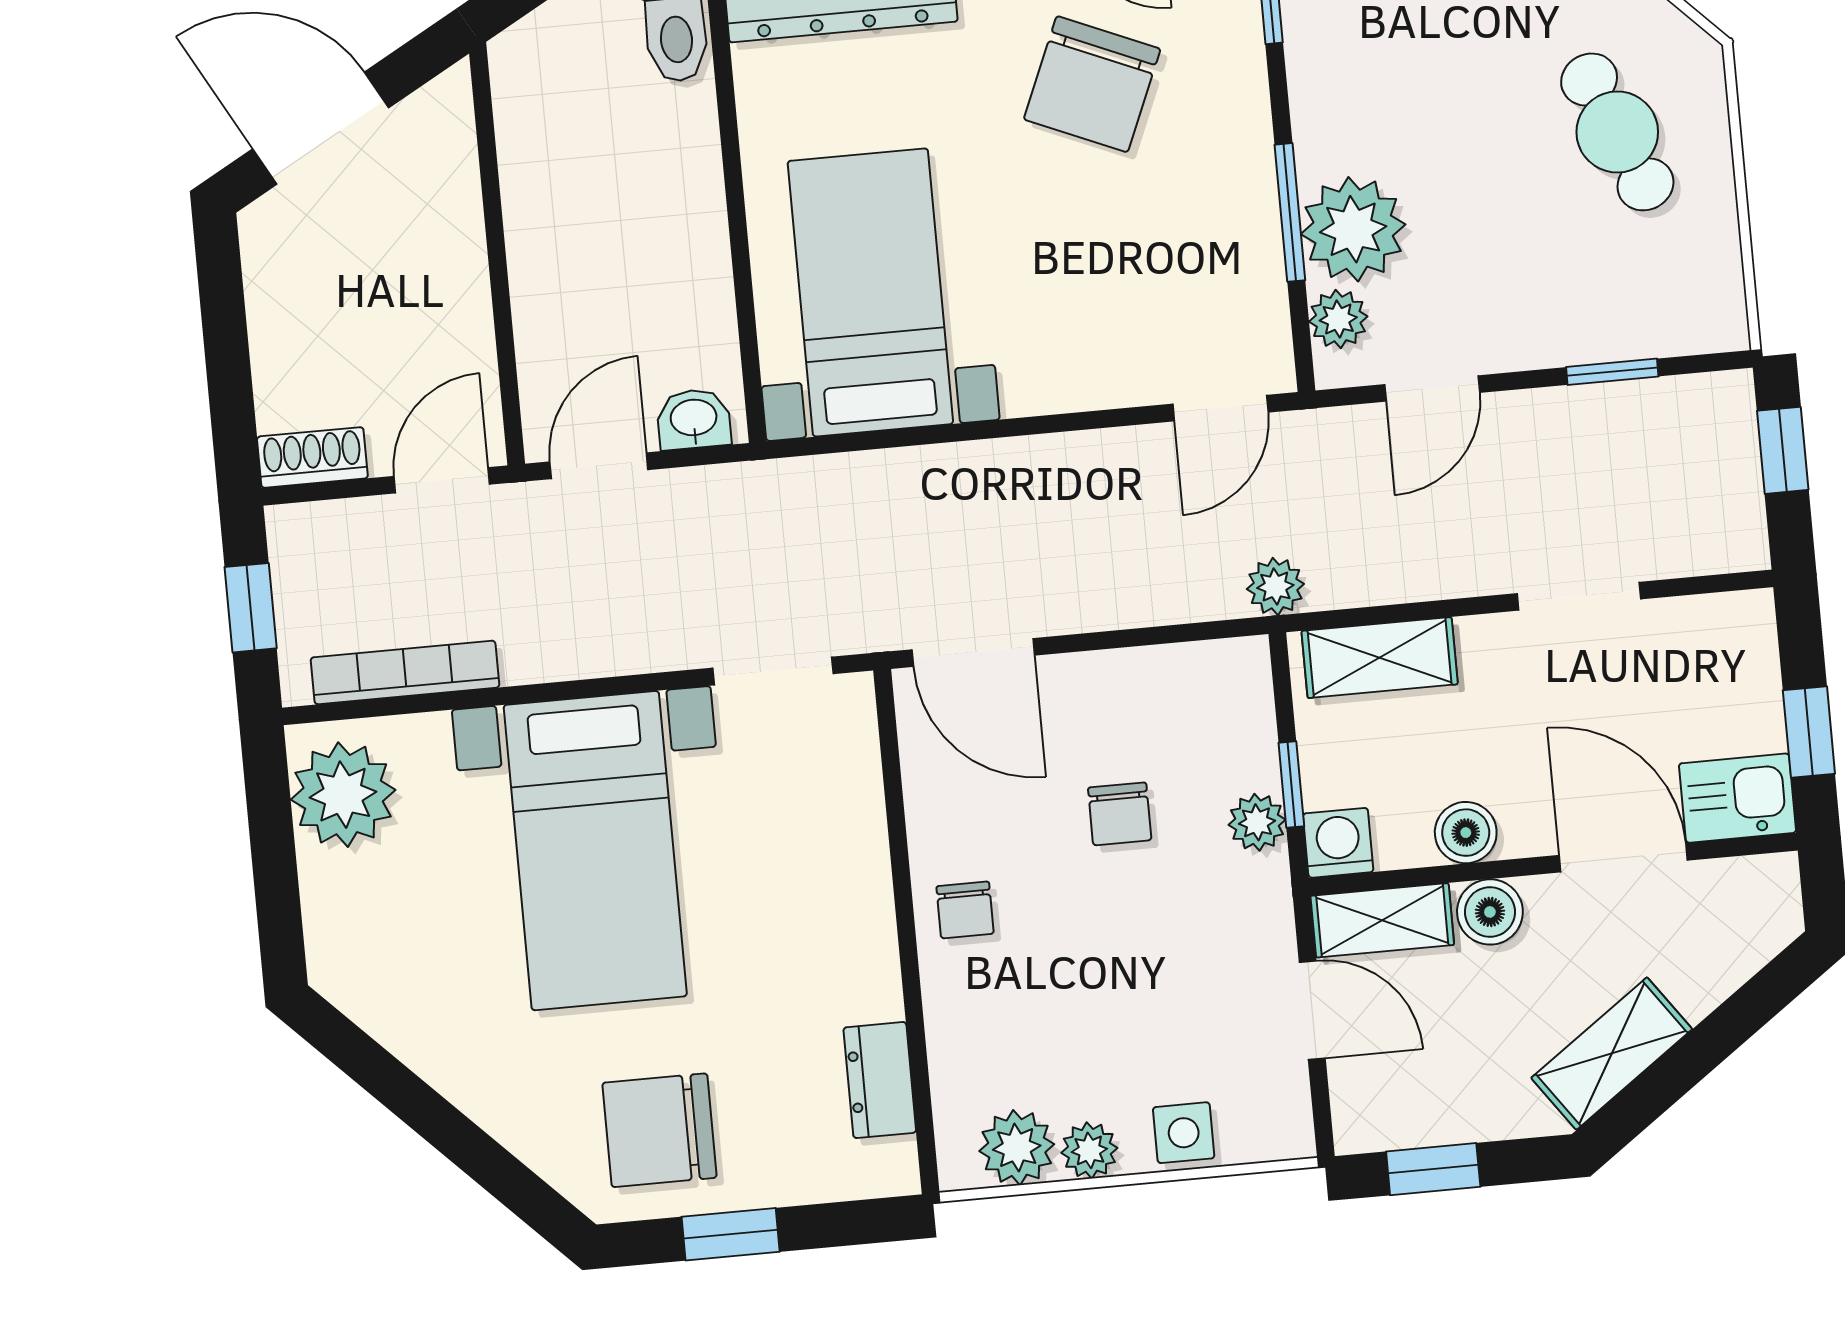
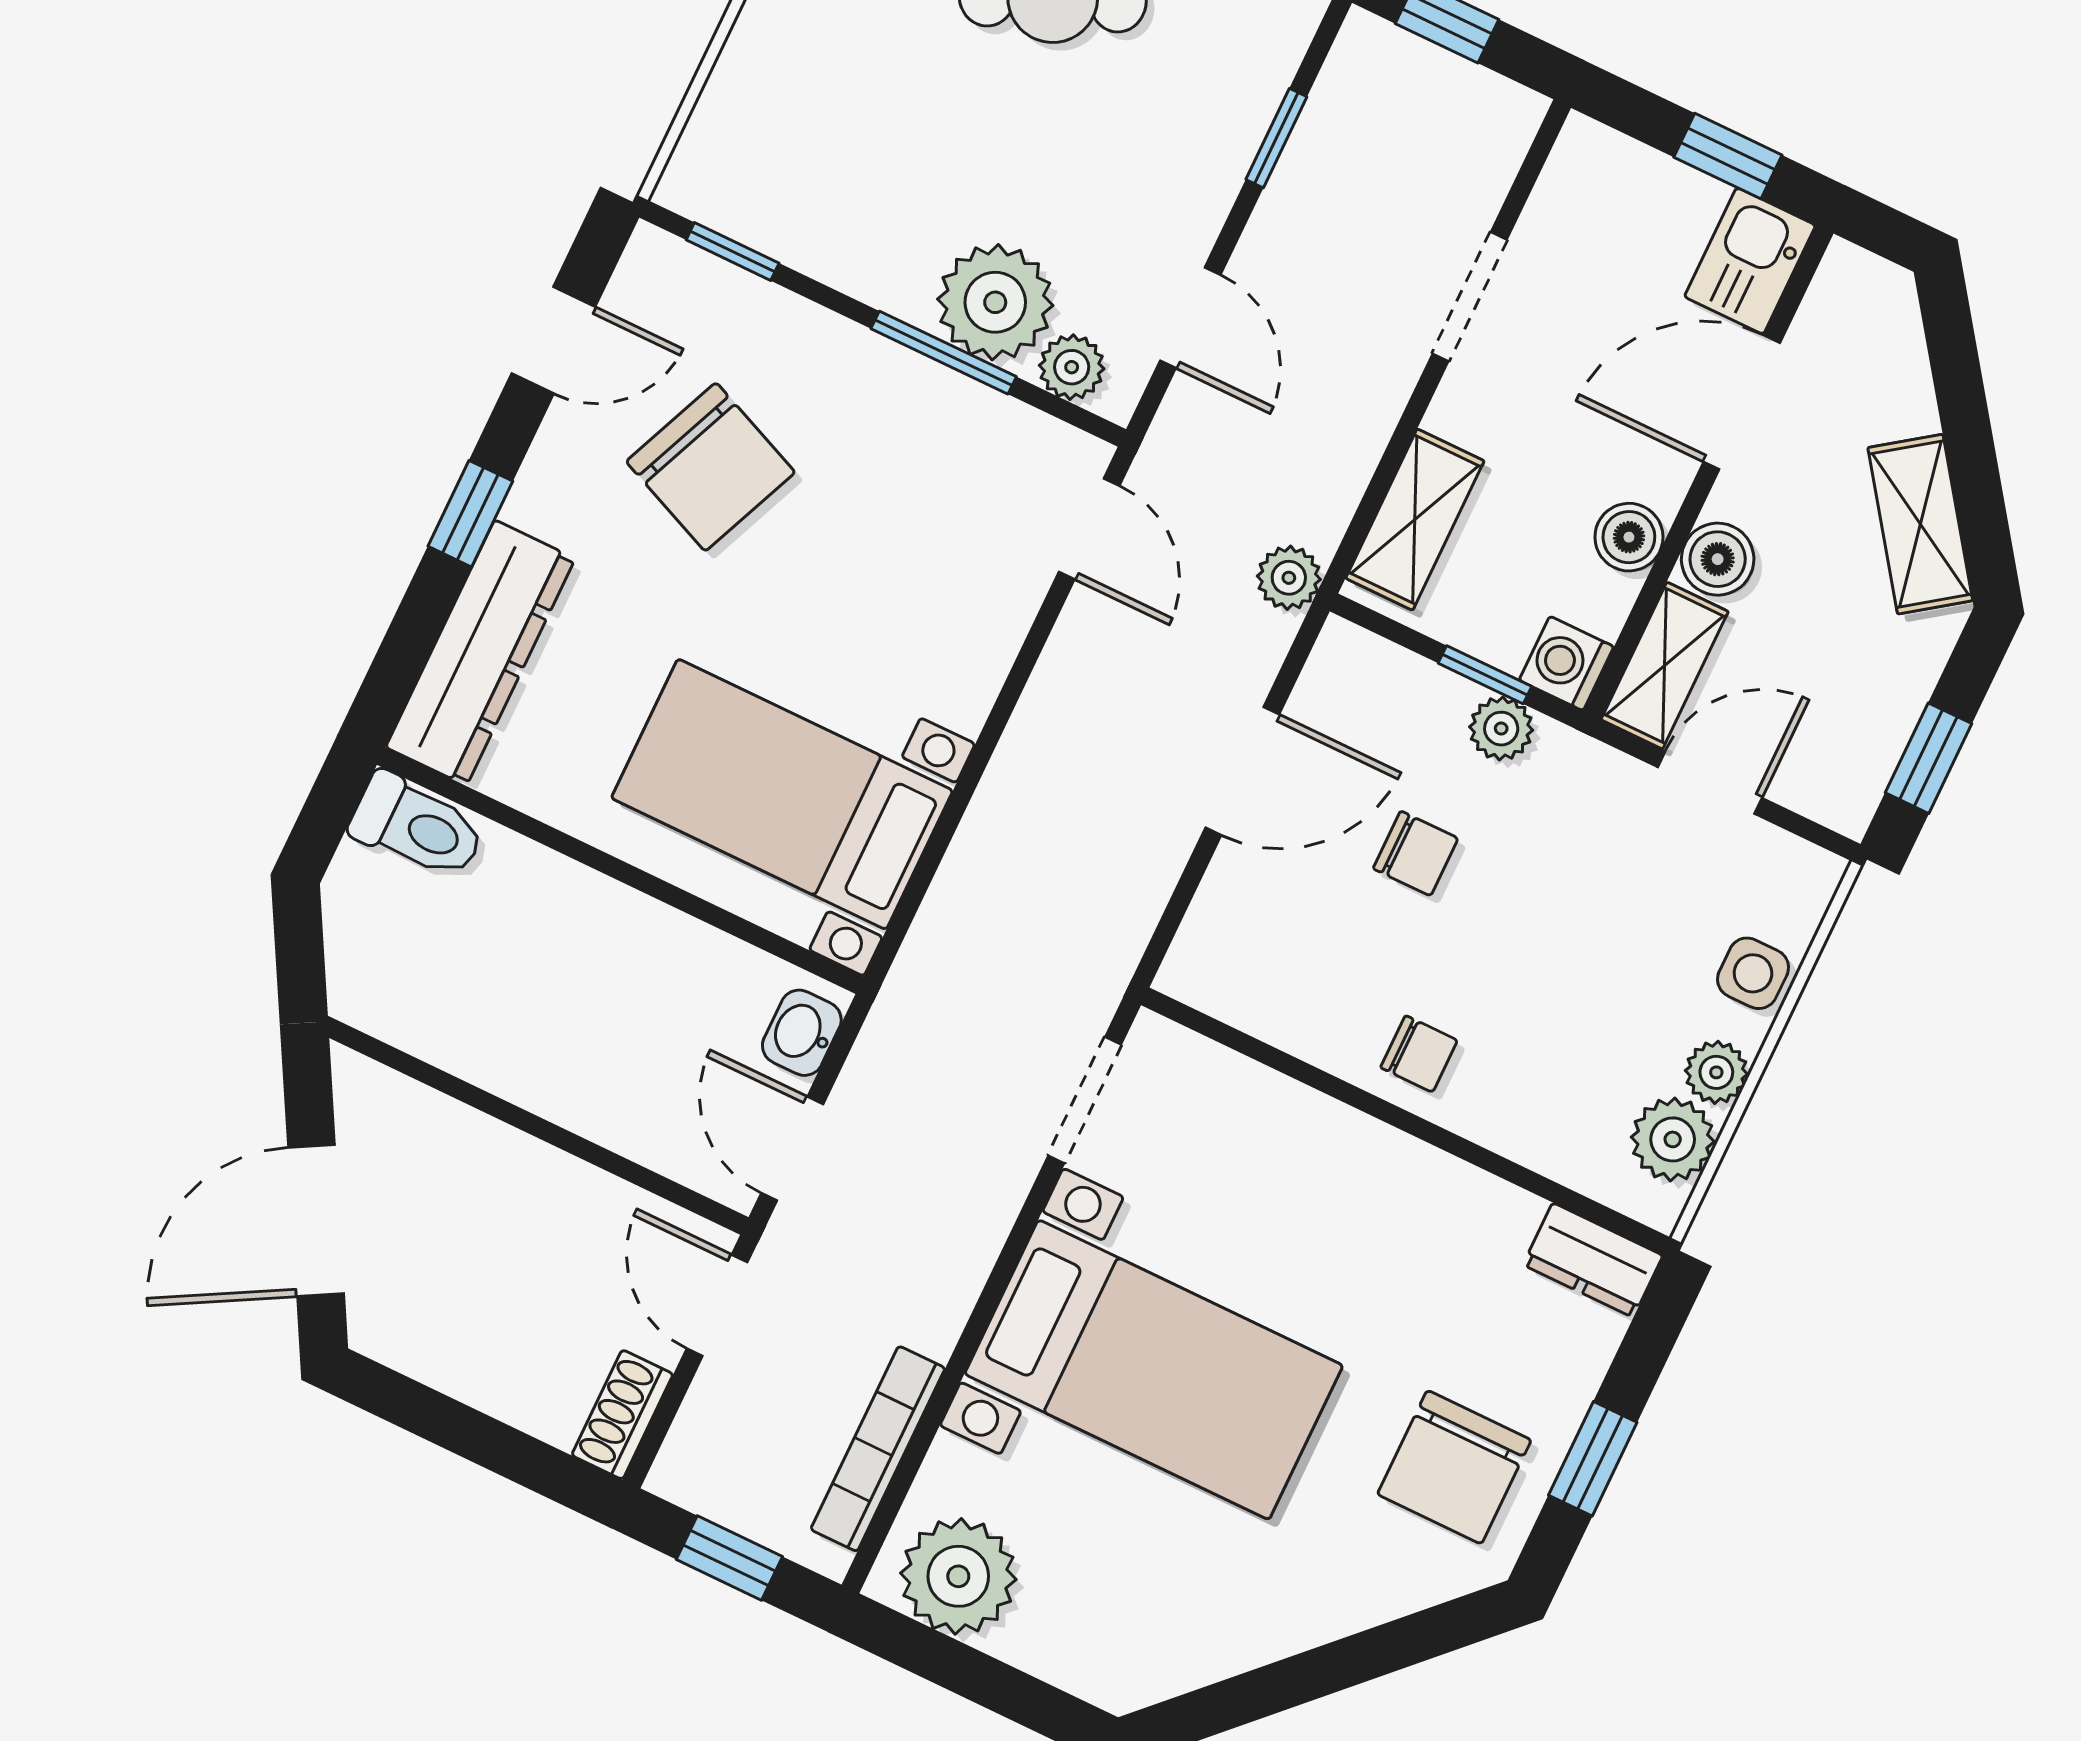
door: (973, 652) -> (1242, 771), moved
dresser: (880, 1080) -> (1593, 1260), moved

